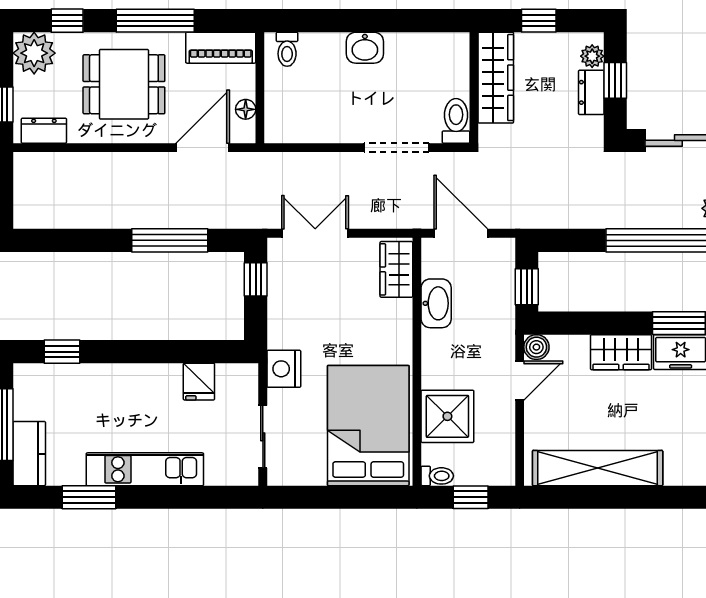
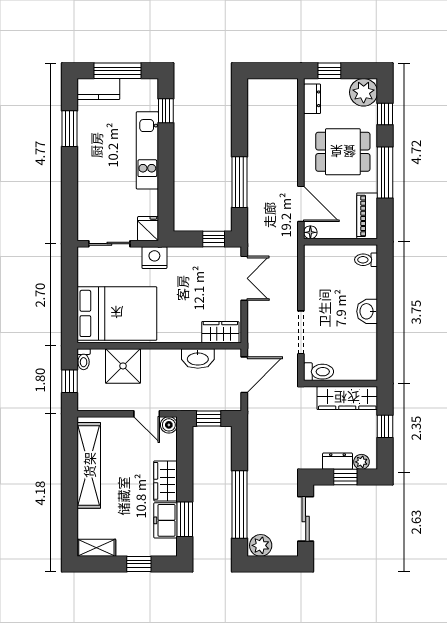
dining table: (124, 84) -> (343, 152), turned 90
floor lamp: (246, 109) -> (310, 232), moved
fridge: (199, 382) -> (148, 229), moved, turned 90
kitchen unit: (145, 469) -> (147, 150), moved, turned 180

